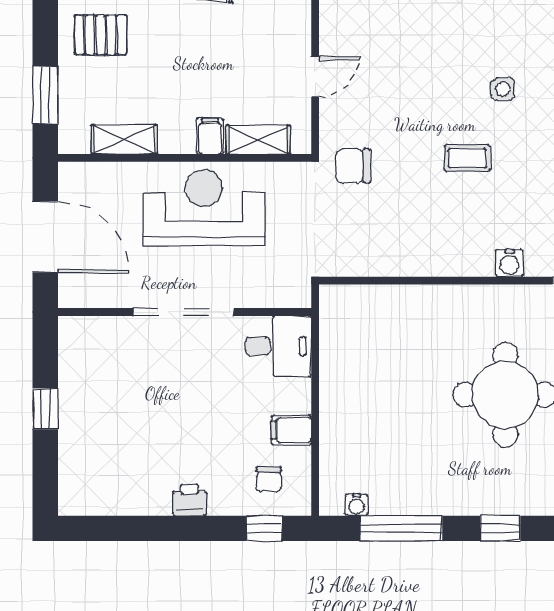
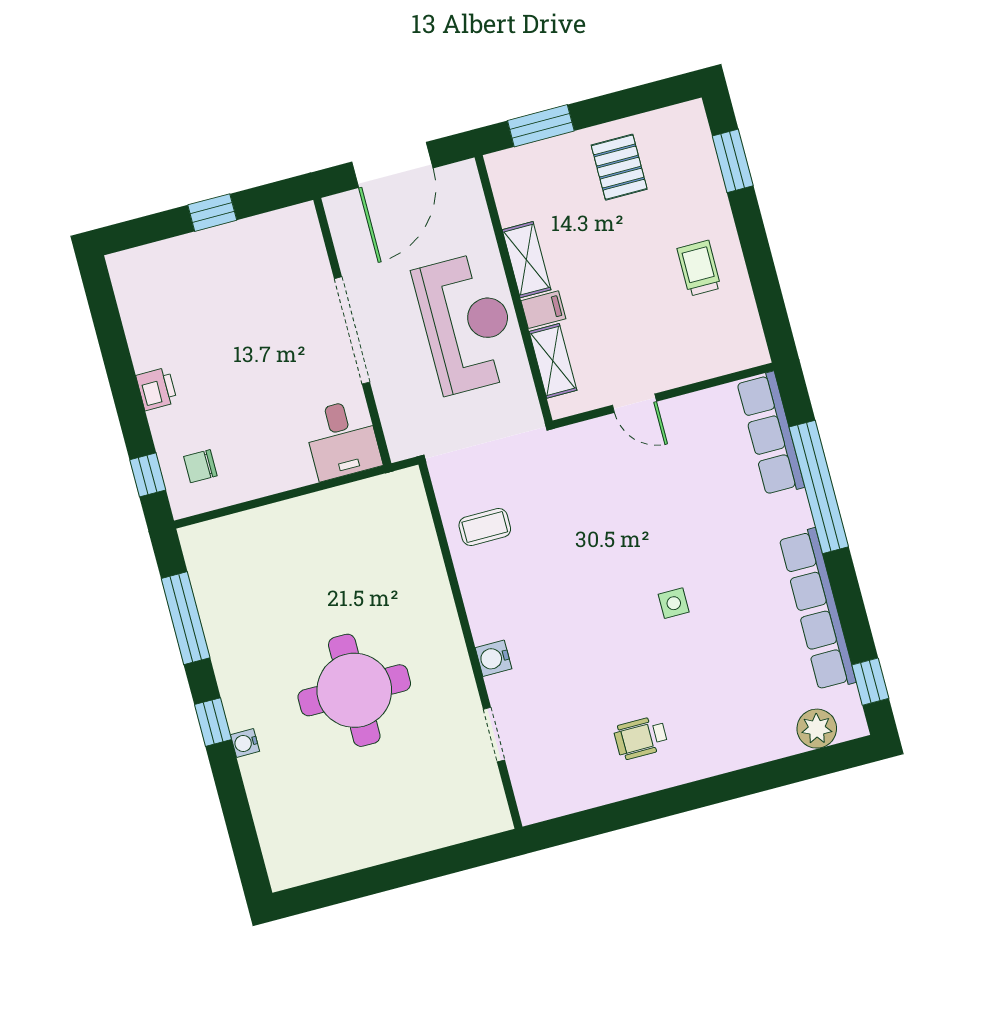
shelving: (124, 139) -> (527, 260), moved
coffee table: (467, 158) -> (485, 527), moved, turned 90
chair: (353, 166) -> (552, 467), removed
filing cabinet: (291, 430) -> (258, 476), removed
water cooler: (357, 505) -> (245, 743), moved

